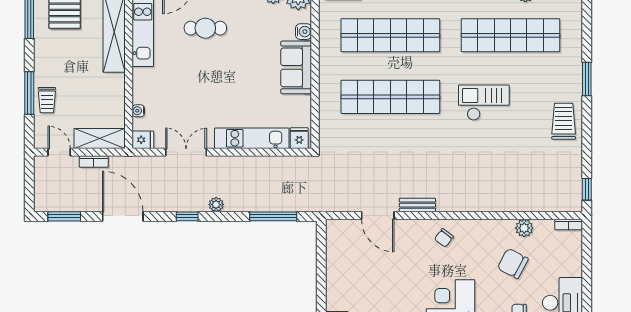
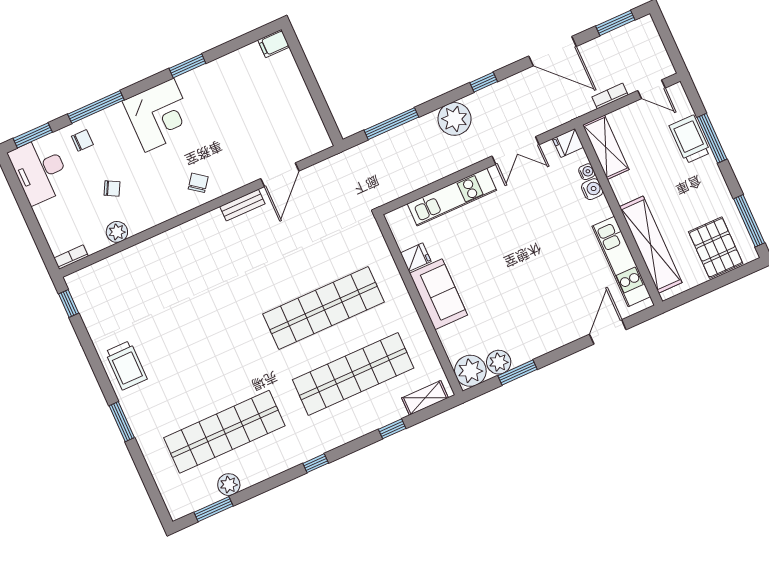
cafe table: (205, 28) -> (555, 293), removed
water cooler: (304, 32) -> (592, 189), moved, turned 180
trolley: (47, 100) -> (690, 139), width x1.36, depth x1.39
checkout: (484, 103) -> (221, 347), removed
shelving: (100, 138) -> (606, 147), moved, turned 90
fridge: (299, 138) -> (416, 257), moved, turned -90
plant: (216, 205) -> (454, 119), width x1.87, depth x1.87
door: (378, 216) -> (280, 175), swing flipped
chair: (513, 264) -> (112, 188), width x0.54, depth x0.54

